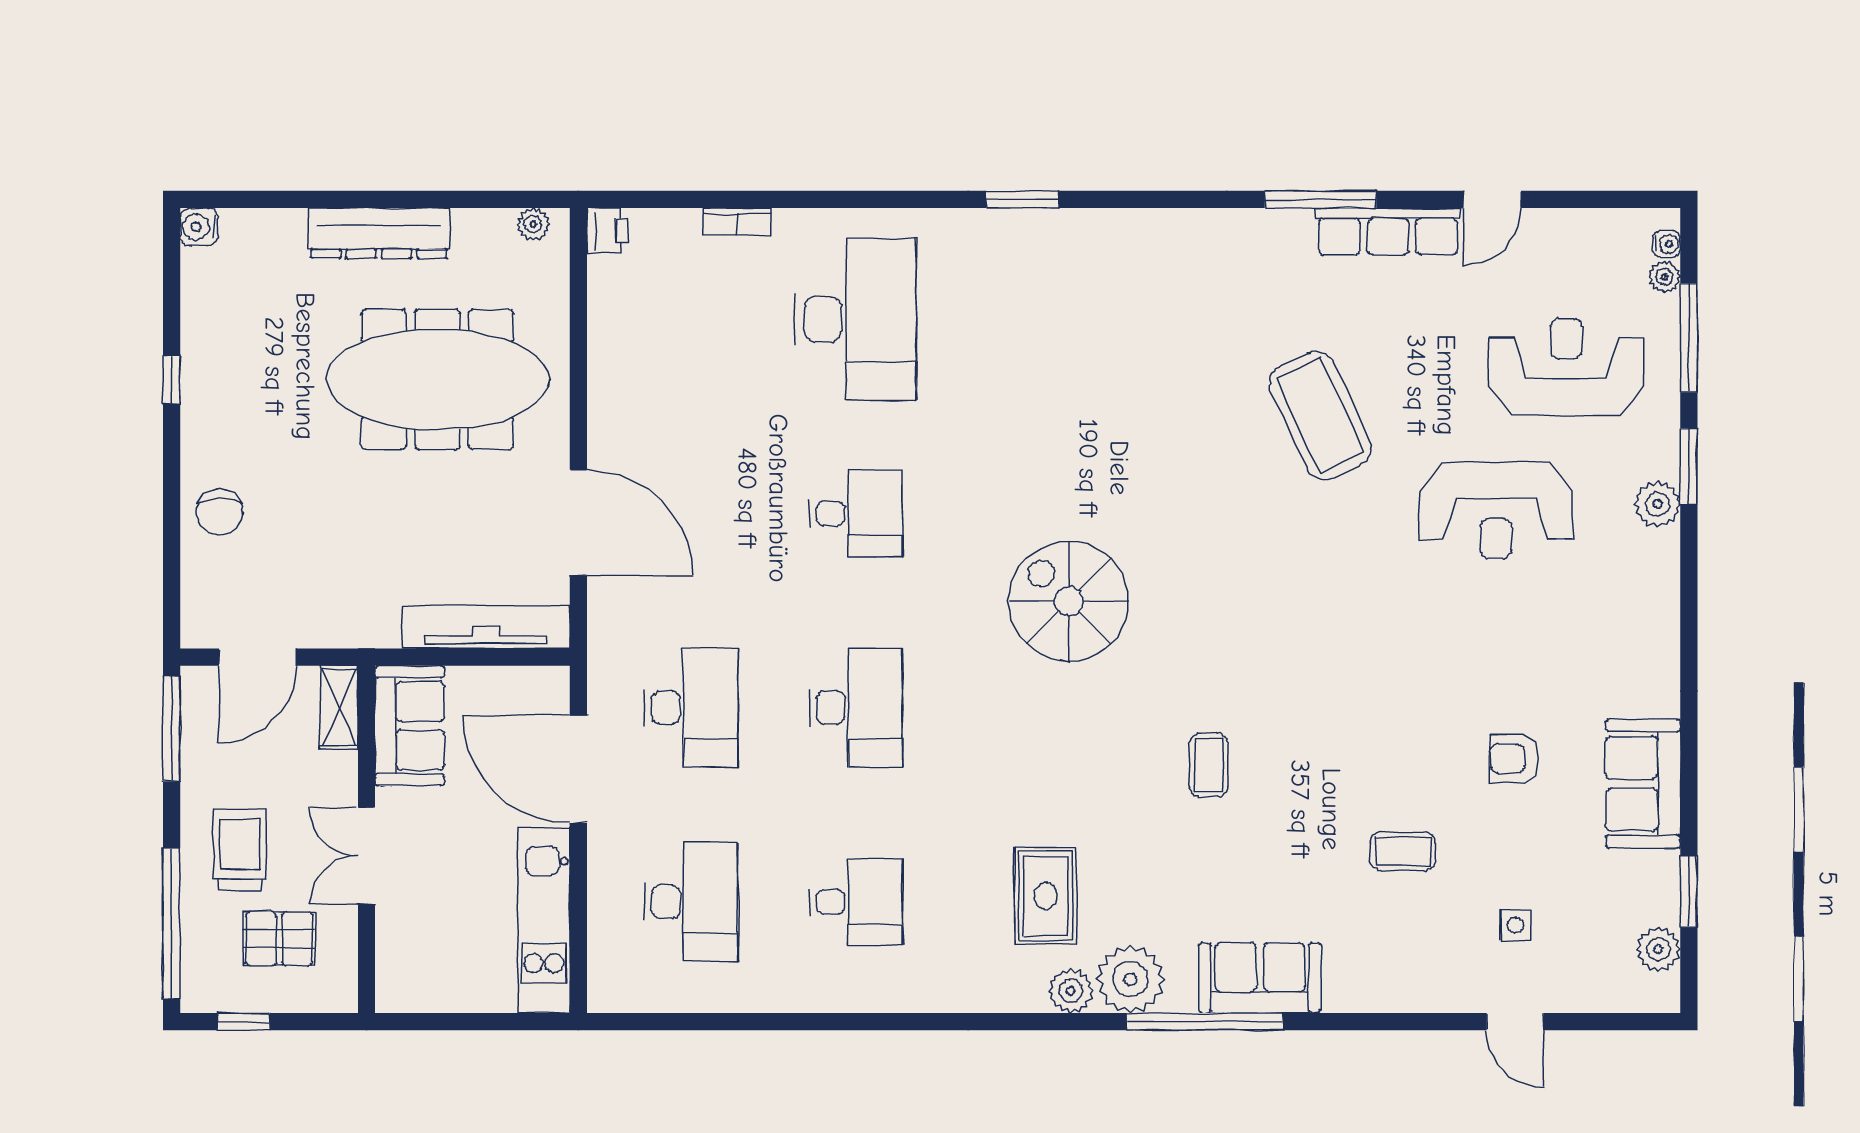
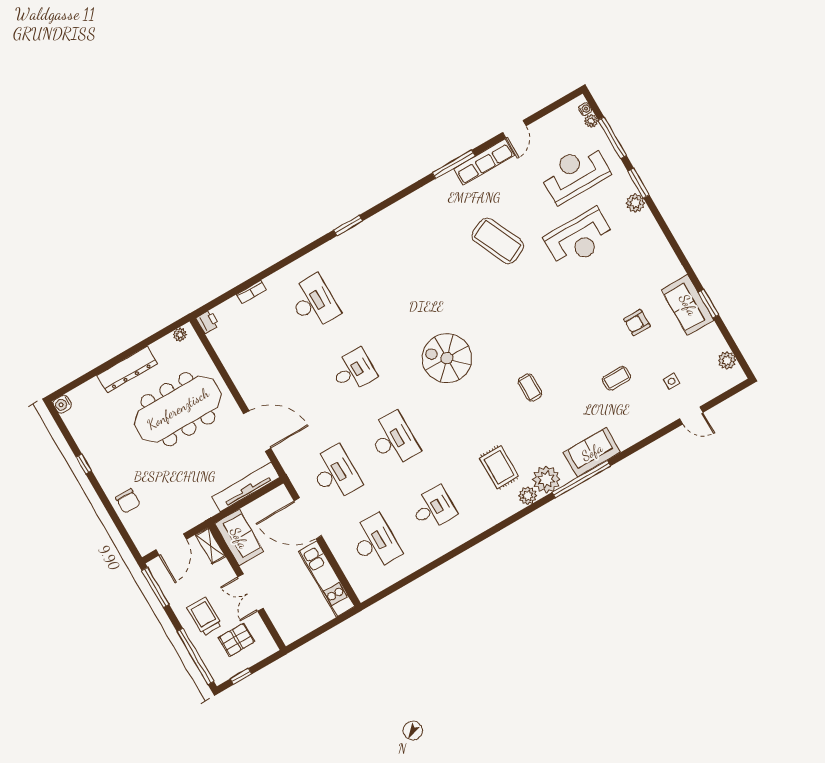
desk: (856, 319) -> (314, 302), width x0.73, depth x0.77
window: (1689, 891) -> (708, 304), moved

